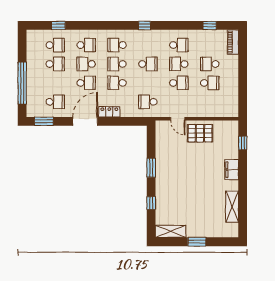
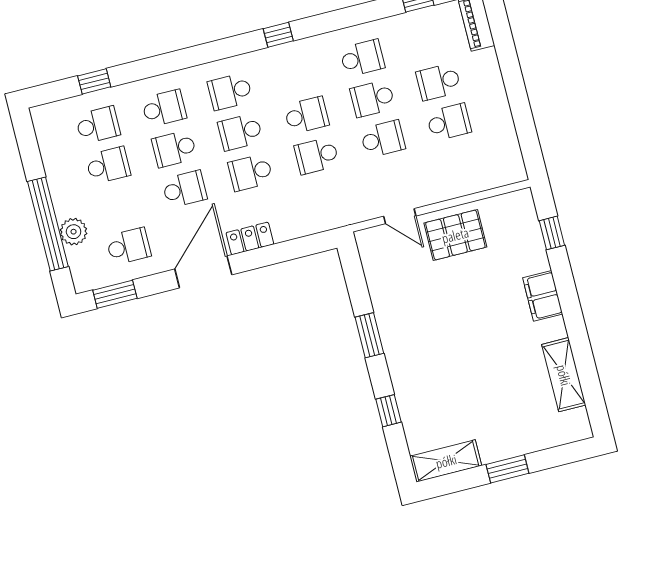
plant: (33, 89) -> (74, 232), added
school desk: (148, 102) -> (317, 156), moved

